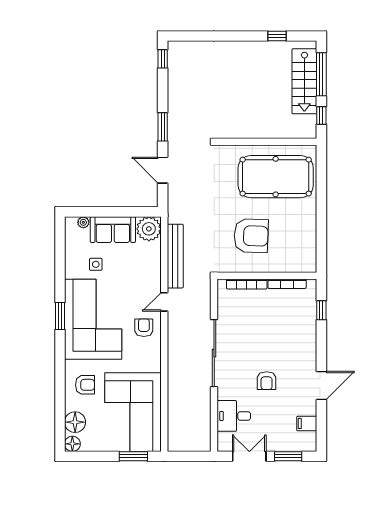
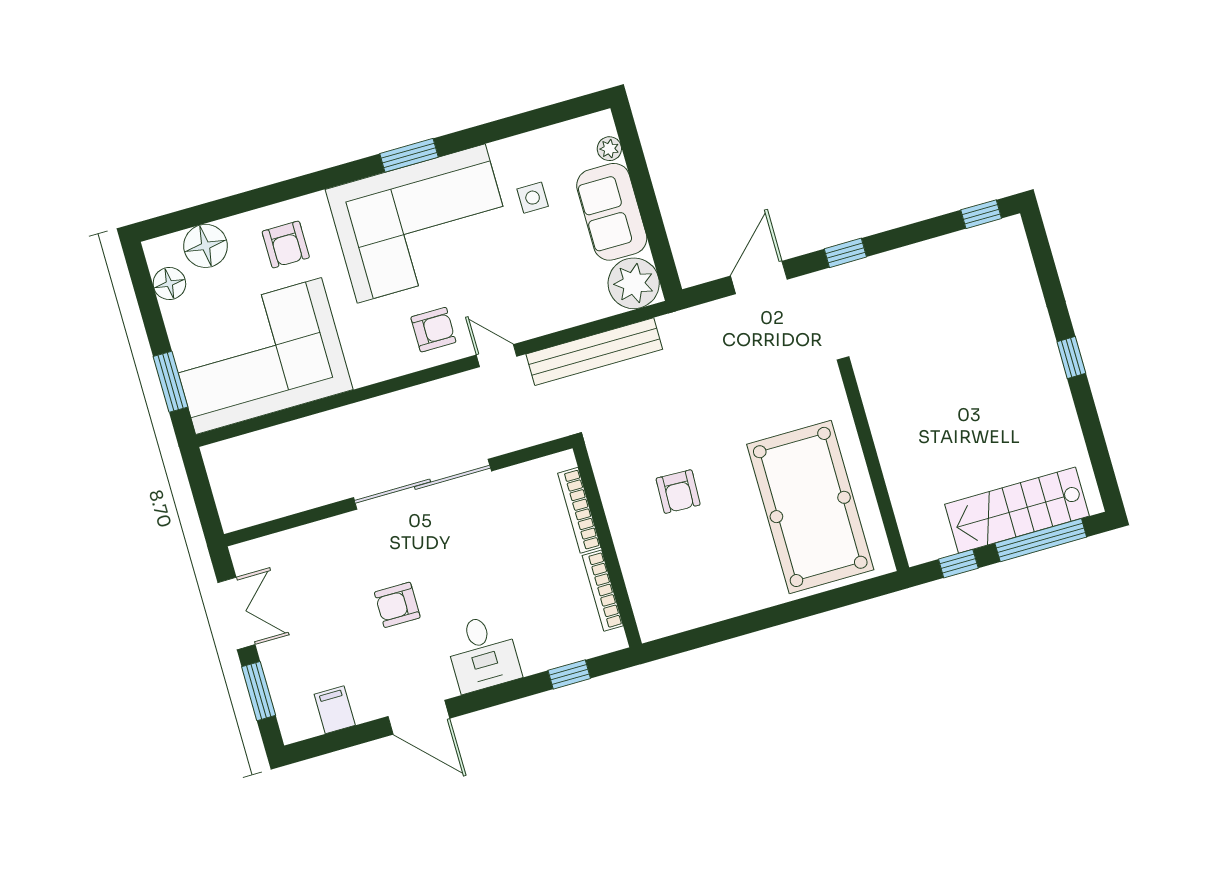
window: (277, 36) -> (1071, 357), moved
window: (163, 127) -> (845, 253), width x0.67
armchair: (251, 236) -> (678, 492), width x0.53, depth x0.53
desk: (234, 416) -> (483, 653), moved, turned 180
floor lamp: (72, 444) -> (169, 284), moved

